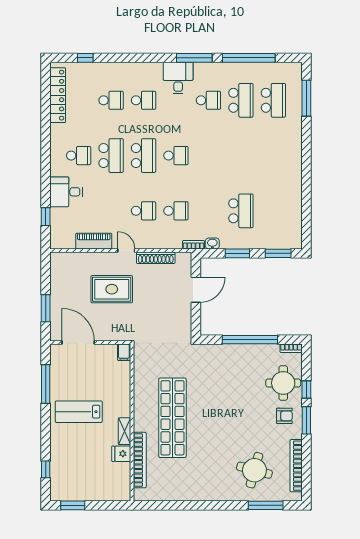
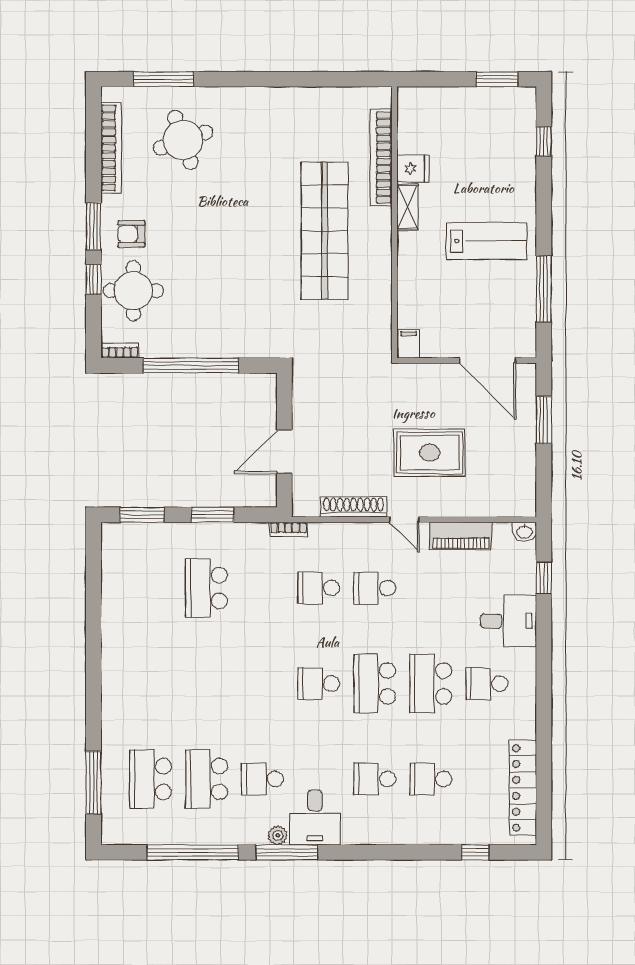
plant: (200, 68) -> (278, 835), added
washbasin: (212, 243) -> (524, 532), moved
round table: (254, 470) -> (183, 140), turned -34

